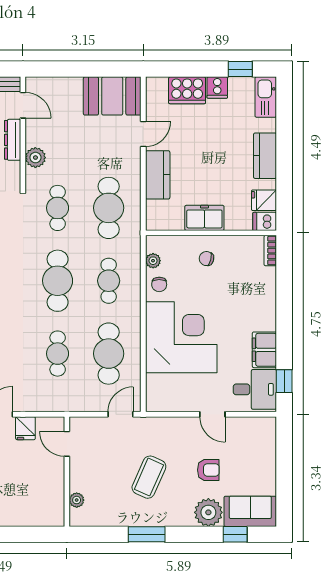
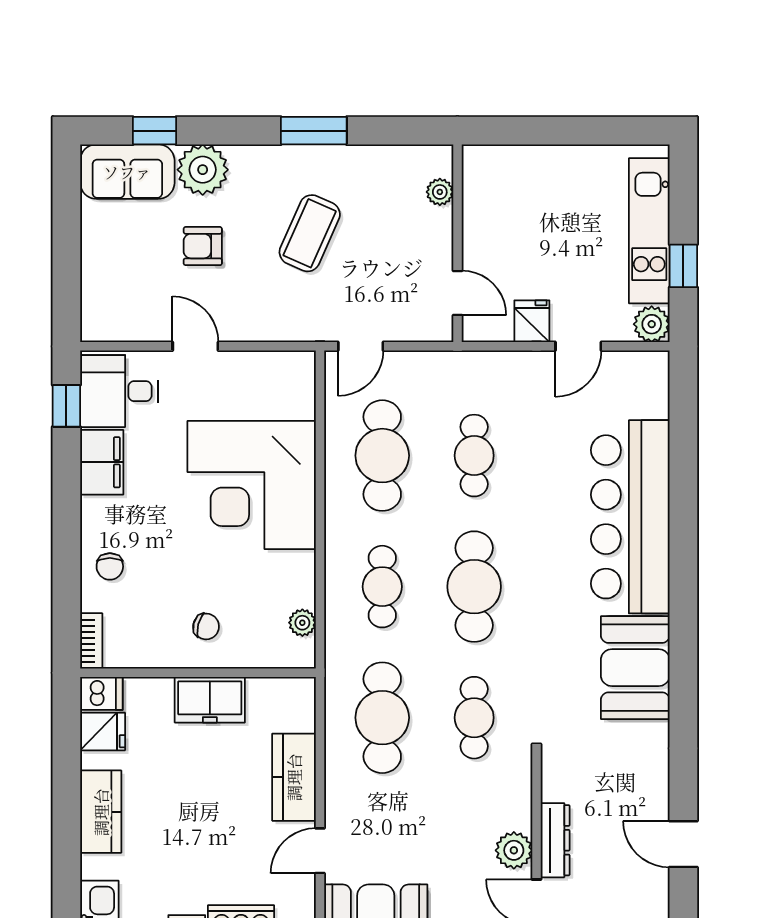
plant: (35, 158) -> (514, 850), moved
chair: (159, 284) -> (110, 566), moved, turned 180

